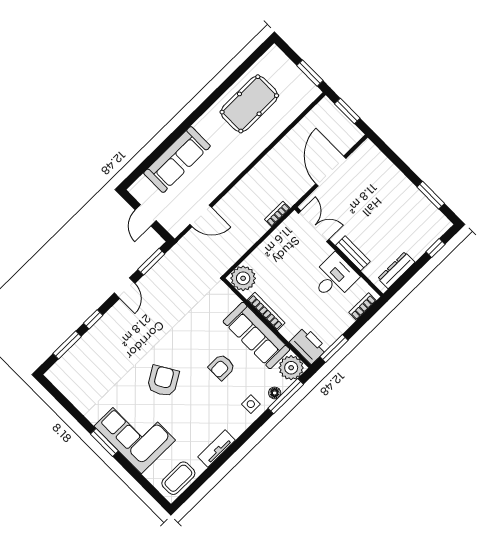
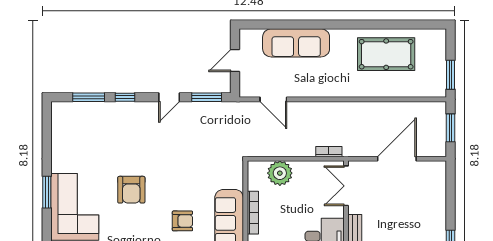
double door: (314, 226) -> (346, 186), swing flipped
plant: (243, 278) -> (280, 173), moved
armchair: (222, 367) -> (182, 221), turned 180
armchair: (163, 381) -> (131, 190), turned 121

